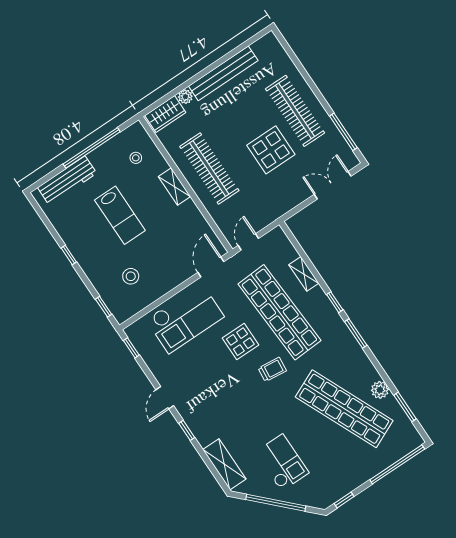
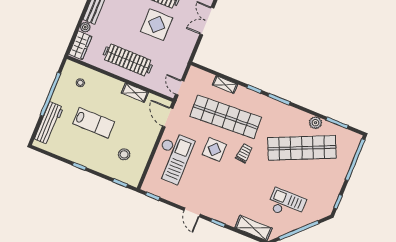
shelving: (174, 186) -> (135, 93), moved

